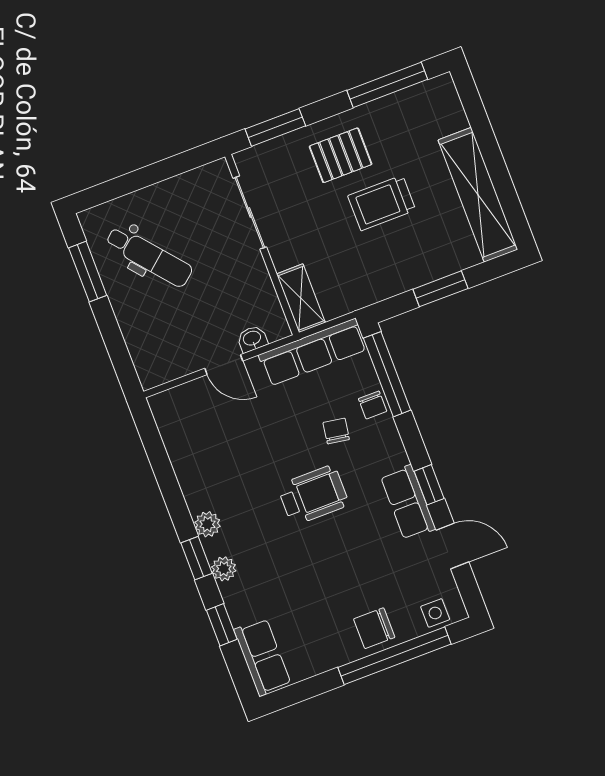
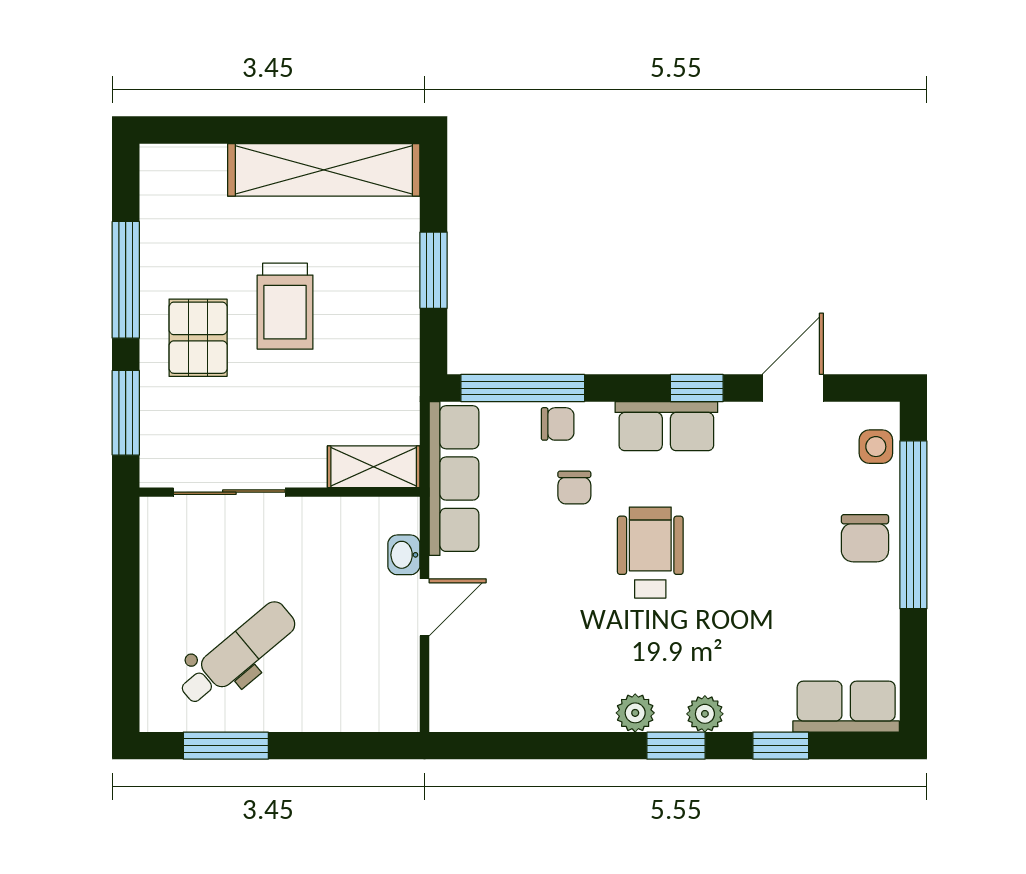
window: (387, 85) -> (126, 280), moved
chair: (336, 431) -> (574, 488), turned -99
row of seats: (408, 502) -> (666, 426), moved

